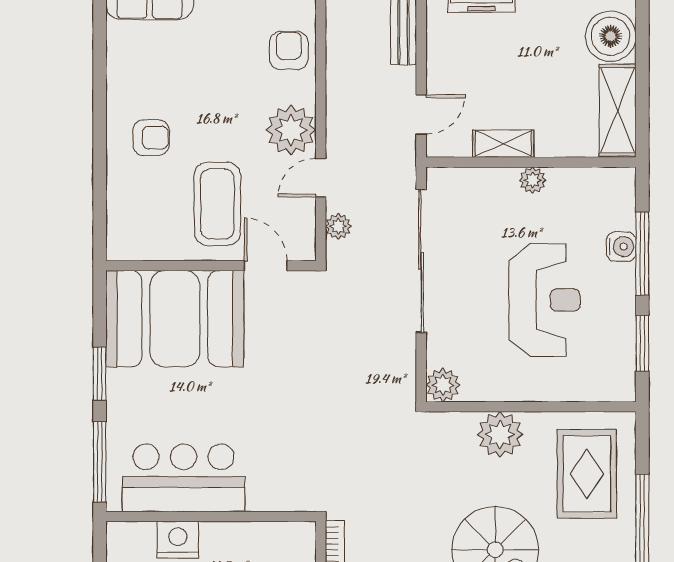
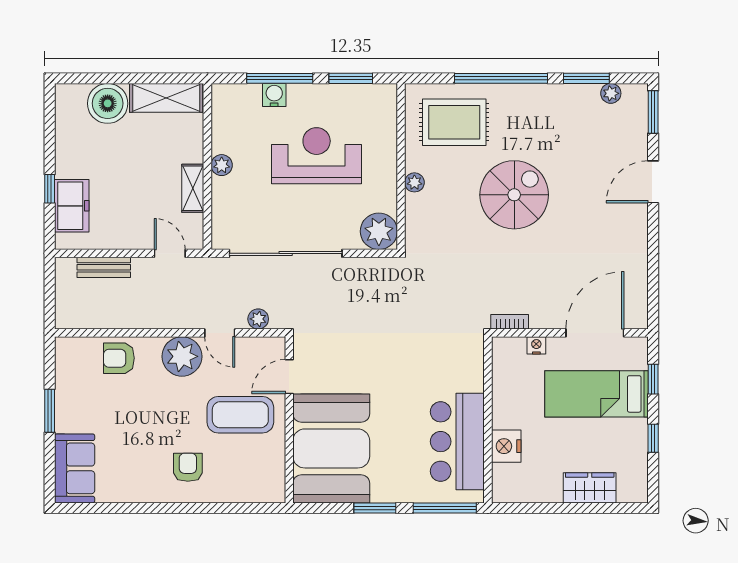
plant: (443, 385) -> (379, 231), width x1.36, depth x1.36
plant: (500, 434) -> (414, 182), width x0.53, depth x0.53

